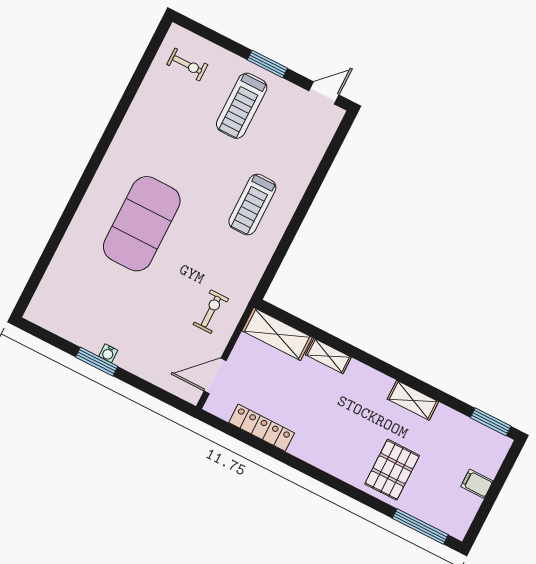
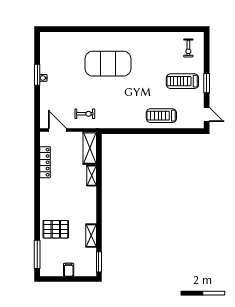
treadmill: (252, 204) -> (161, 116), moved
shelving: (413, 400) -> (91, 236), moved

